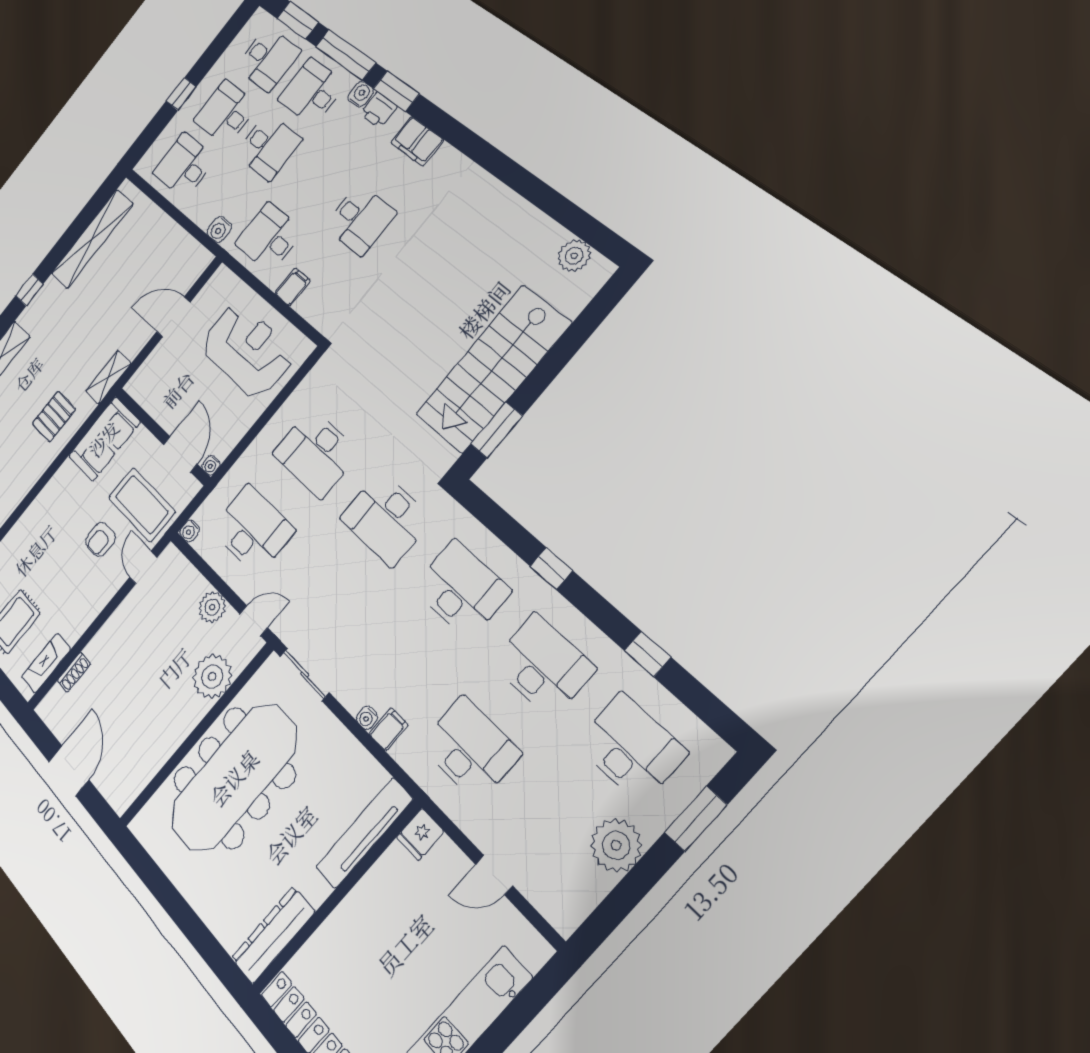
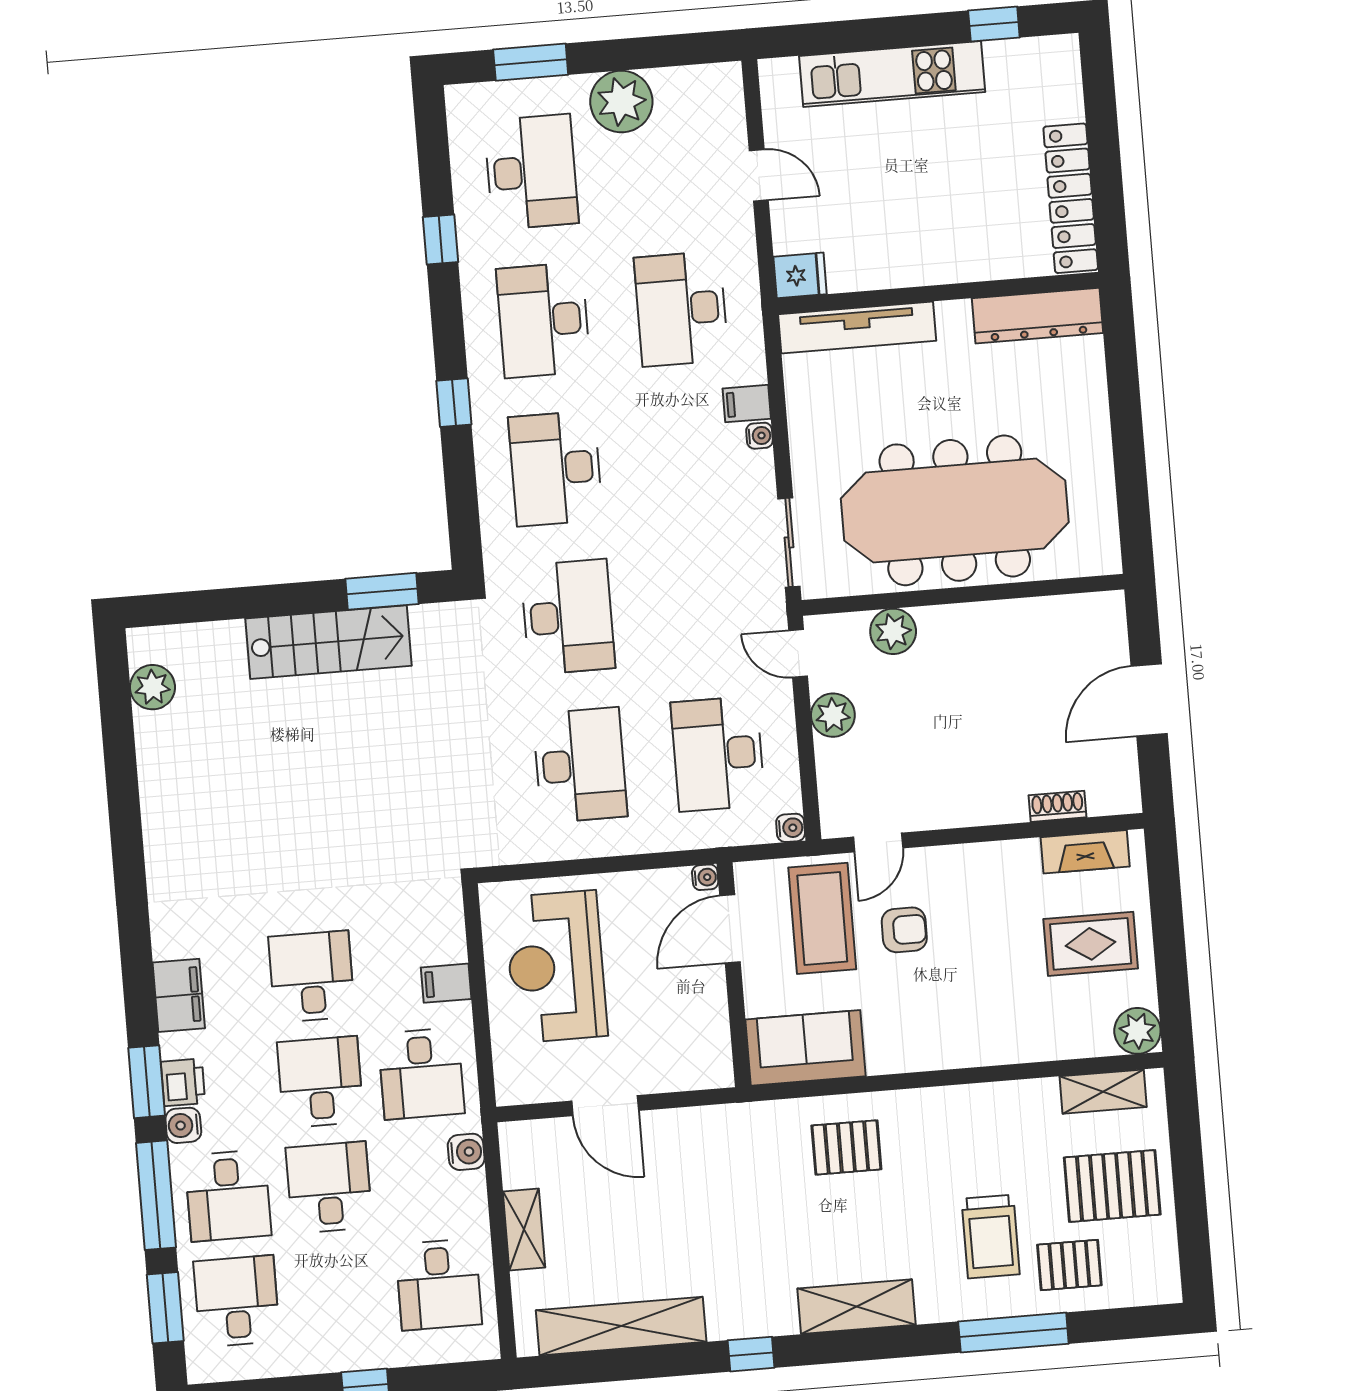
desk: (226, 113) -> (320, 1082), moved, turned 180
stairs: (493, 369) -> (328, 642), width x0.73, depth x0.66
shelving: (108, 377) -> (524, 1229), moved, turned 90
plant: (212, 677) -> (893, 631), width x0.73, depth x0.73
desk: (631, 748) -> (531, 172), turned 180

